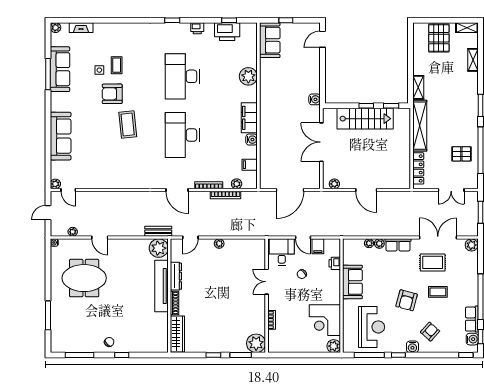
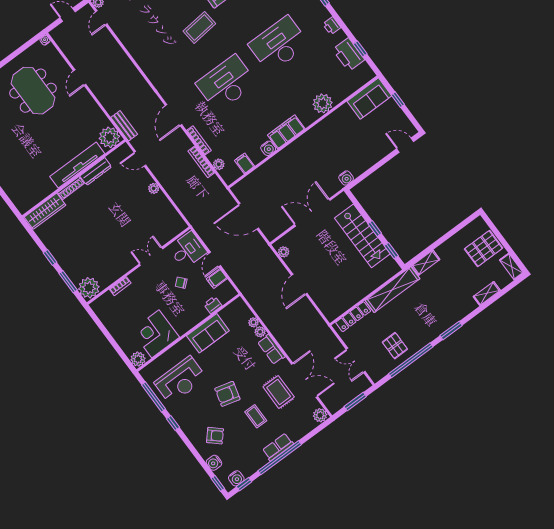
plant: (73, 232) -> (67, 50), removed
row of seats: (472, 319) -> (278, 447), moved
water cooler: (412, 347) -> (214, 463), moved

